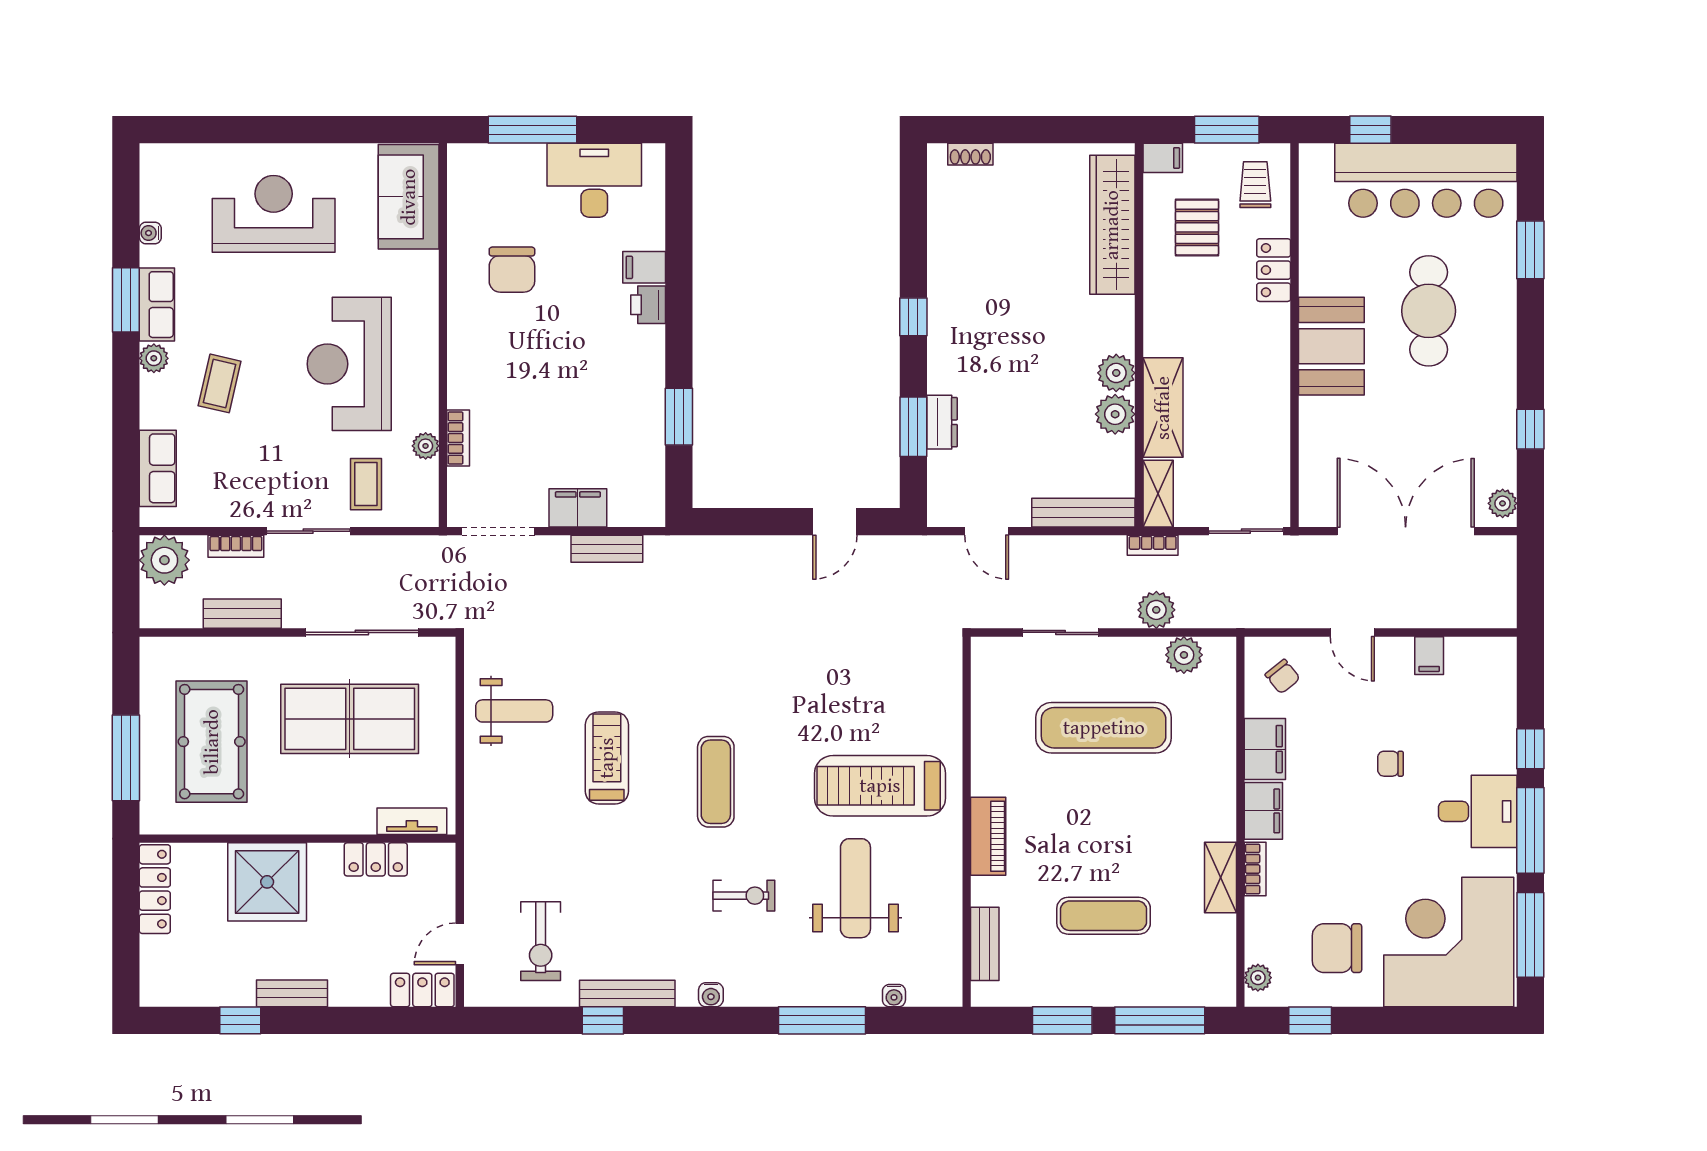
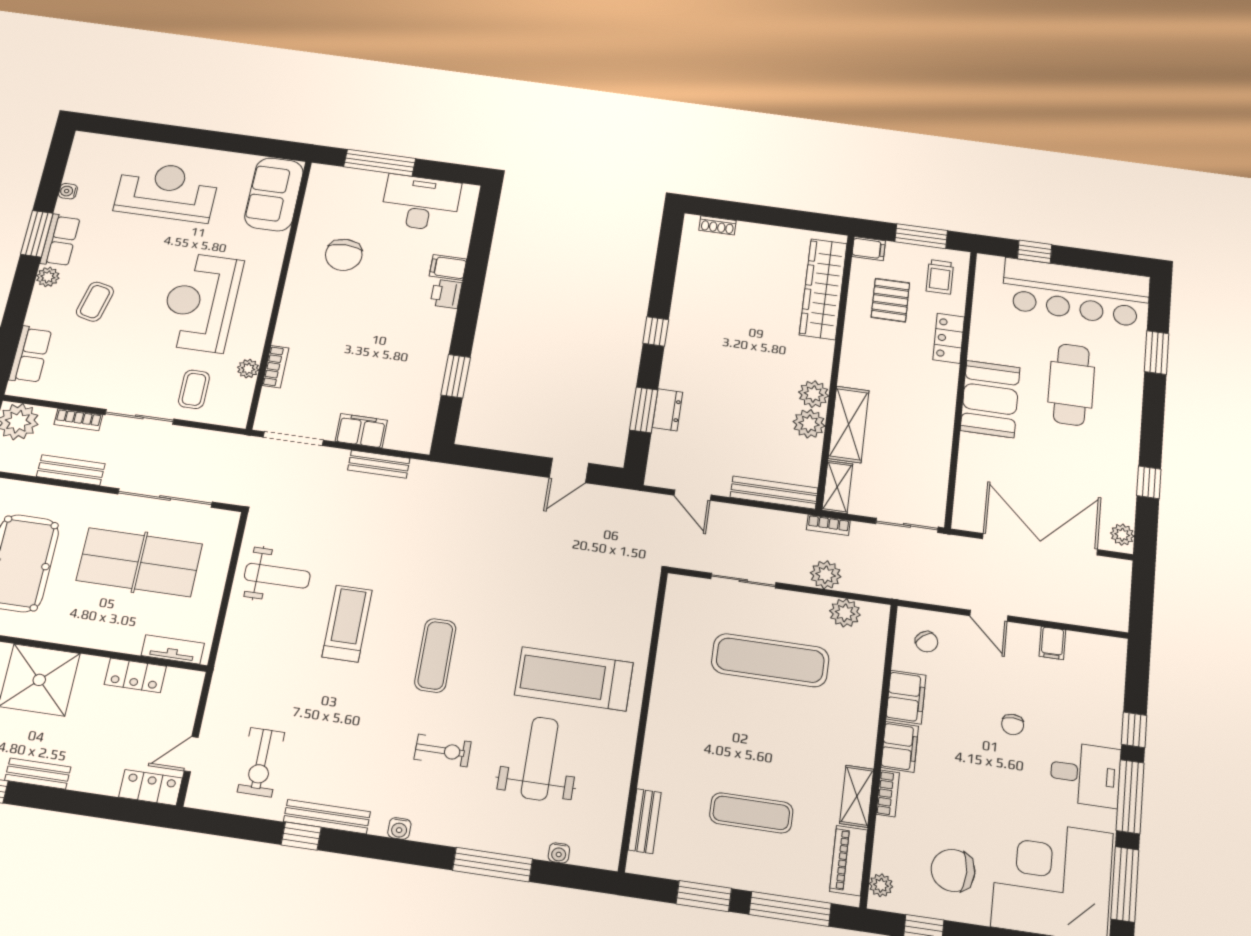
trolley: (1255, 185) -> (940, 277), turned 180
chair: (1390, 764) -> (1013, 724), turned -90
piano: (988, 836) -> (849, 861), moved, turned 180

